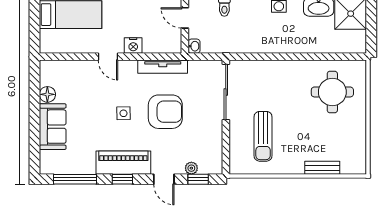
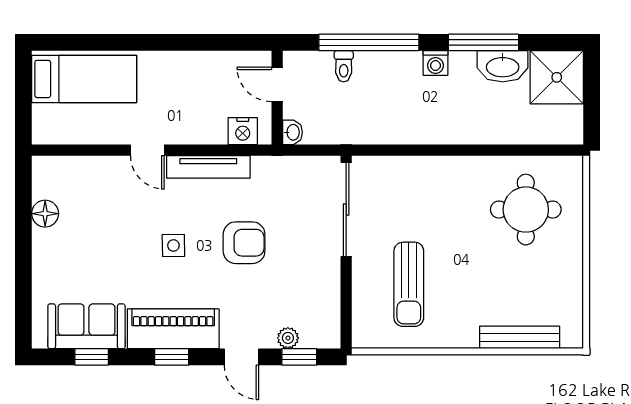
nightstand: (133, 45) -> (243, 131), moved
tv unit: (163, 67) -> (208, 167), moved
armchair: (165, 112) -> (244, 243), width x0.73, depth x0.73
sofa: (53, 127) -> (86, 326), moved, turned -90
bench: (322, 168) -> (520, 337), width x1.36
window: (75, 179) -> (92, 357), width x0.46

